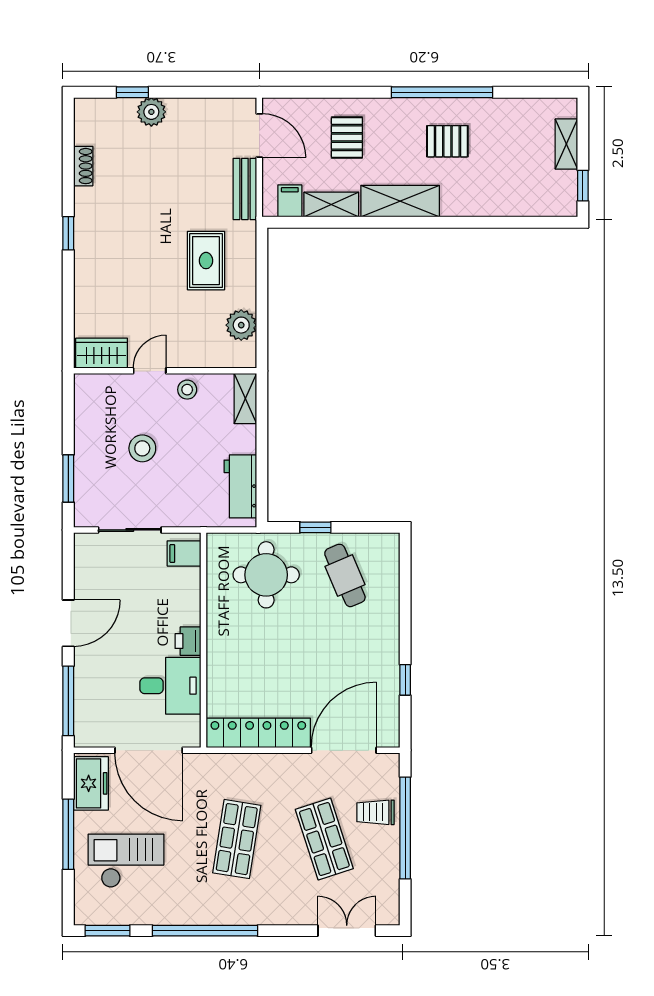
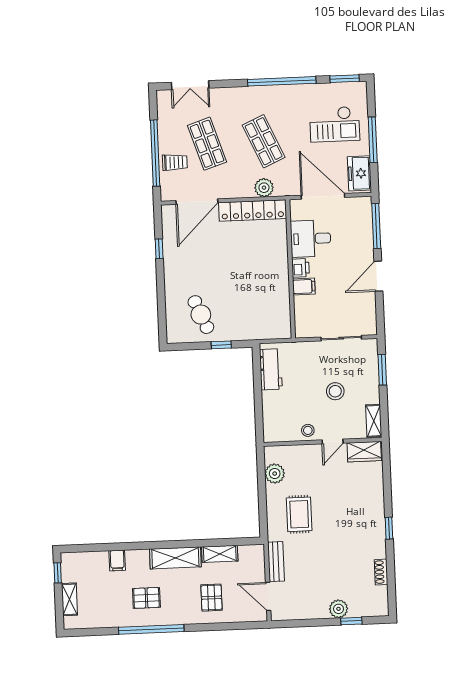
filing cabinet: (290, 201) -> (117, 560), moved
shelving: (245, 399) -> (374, 421), moved
filing cabinet: (184, 553) -> (304, 286), moved
round table: (266, 575) -> (252, 313), removed
plant: (239, 767) -> (264, 188), added
shop shelf: (237, 839) -> (264, 141), turned -33

